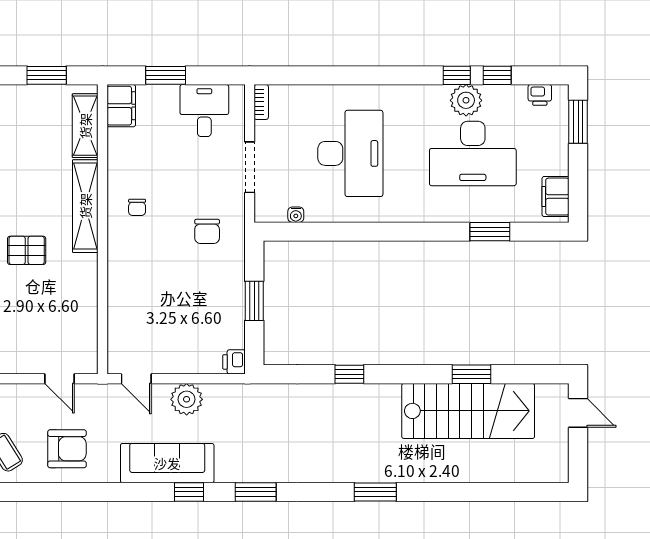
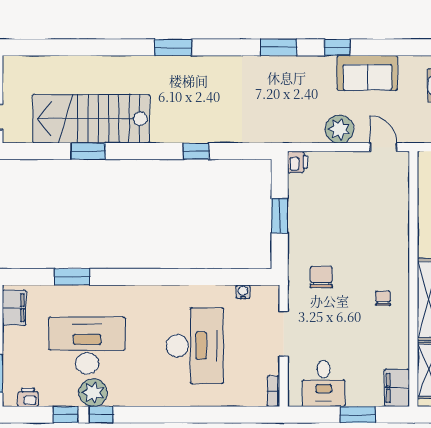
desk: (350, 153) -> (195, 346), turned 180
sofa: (167, 463) -> (367, 73), width x0.73

